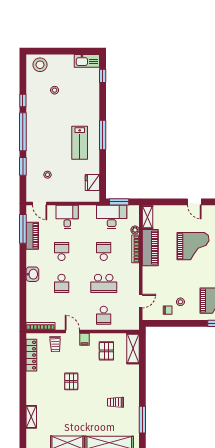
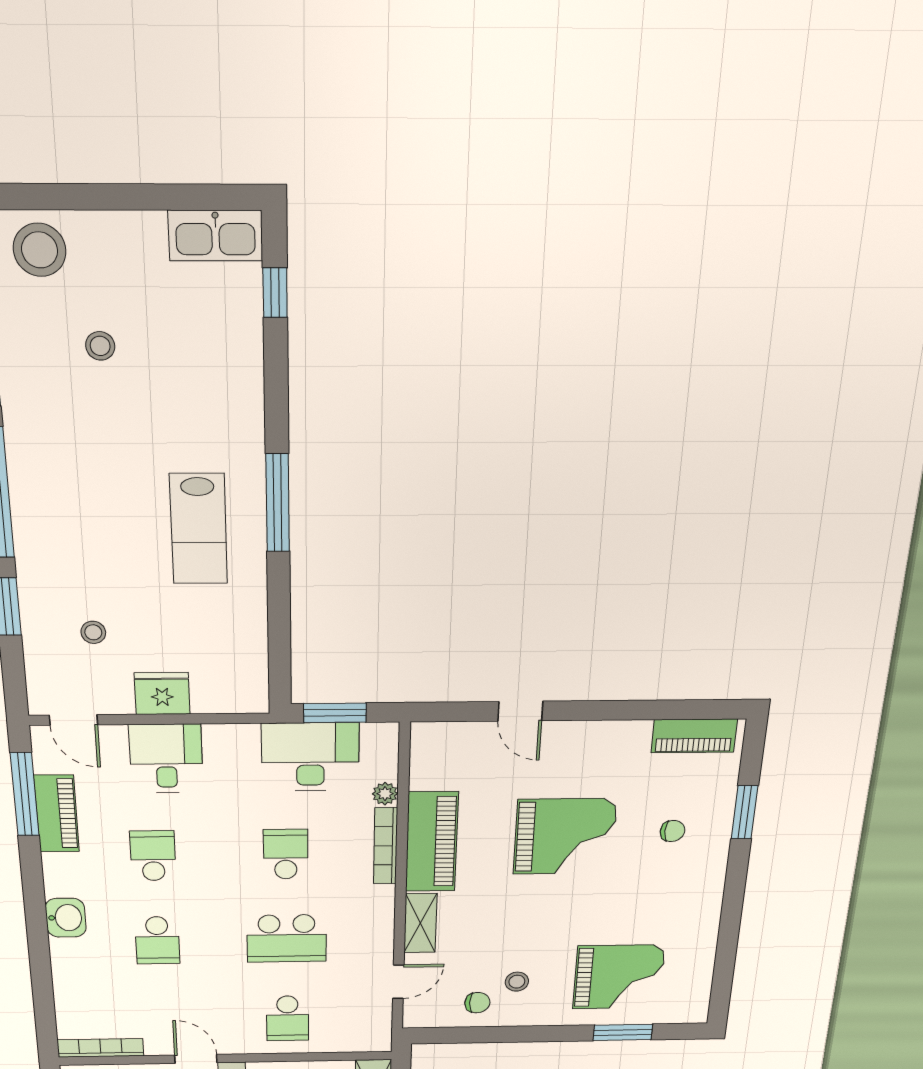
fridge: (92, 182) -> (162, 694), moved, turned 90
door: (194, 202) -> (520, 711), moved
shelving: (147, 217) -> (420, 923), moved

